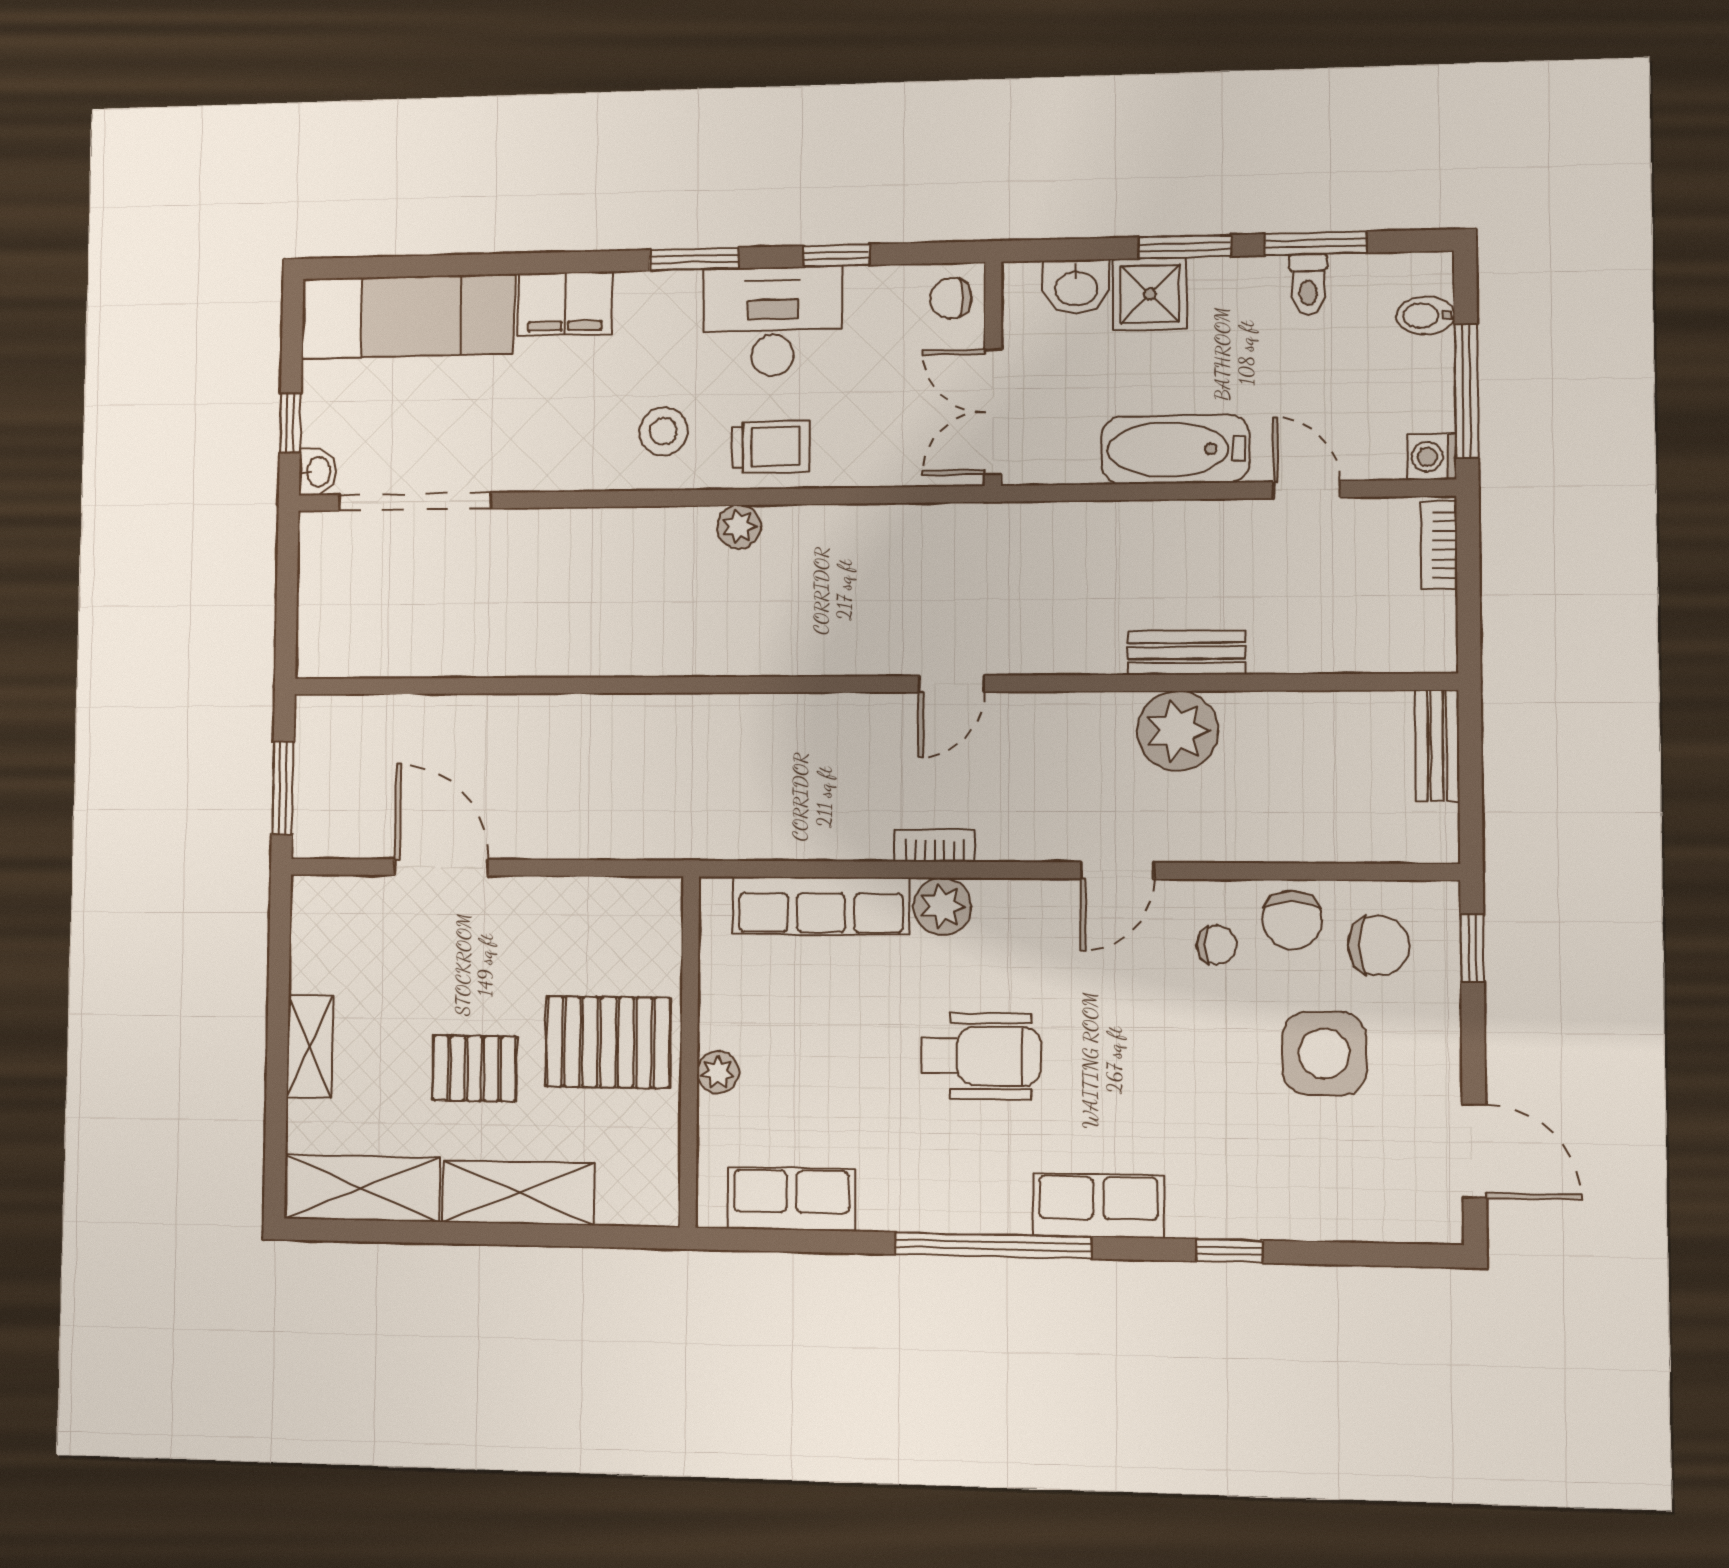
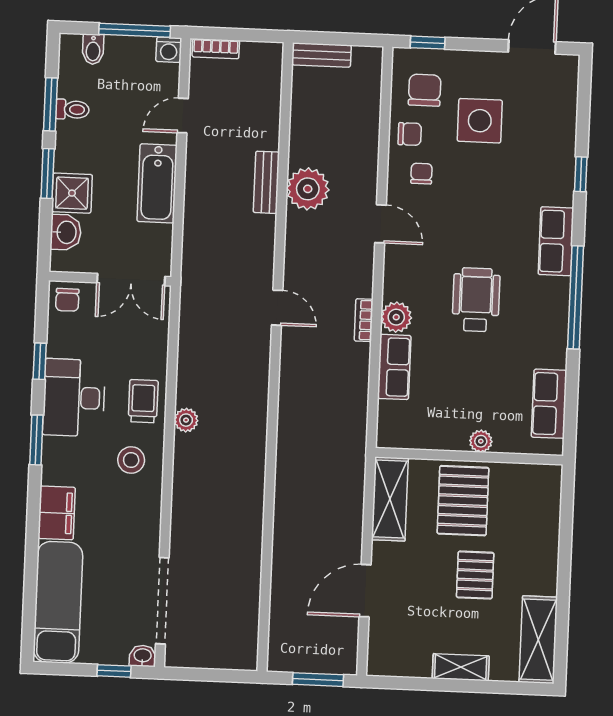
row of seats: (821, 906) -> (394, 367), width x0.68
chair: (1292, 920) -> (410, 134), width x0.73, depth x0.73
shelving: (518, 1193) -> (390, 499), moved

